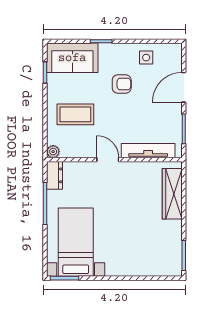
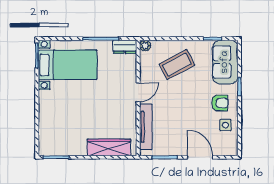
armchair: (122, 84) -> (220, 103), moved, turned -90
coffee table: (75, 114) -> (177, 65), turned 62

